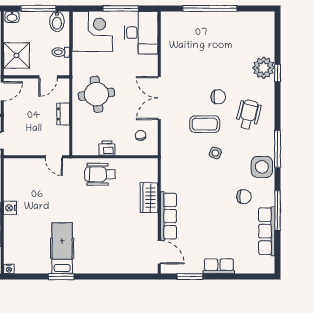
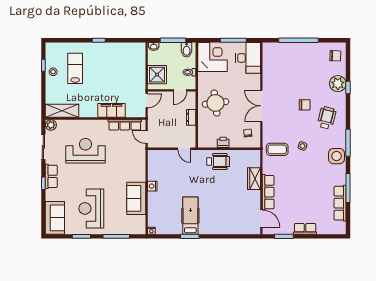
coffee table: (205, 124) -> (277, 149), moved
wheelchair: (100, 174) -> (218, 162), turned 180
chair: (244, 197) -> (335, 56), moved

